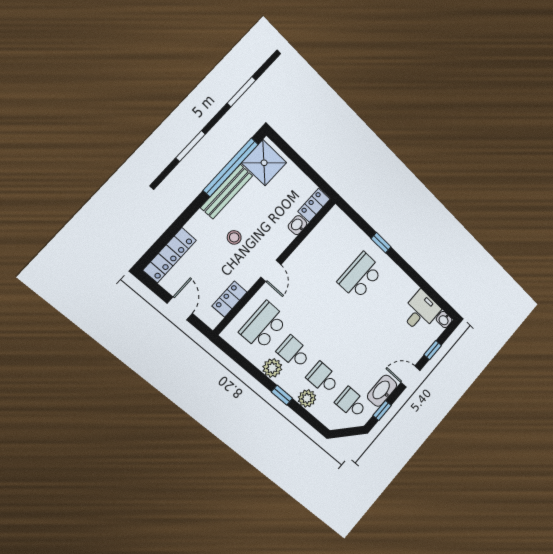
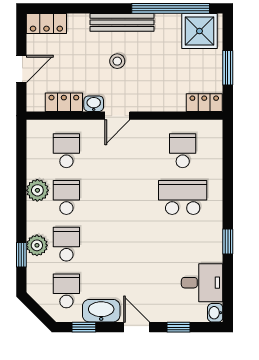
window: (305, 168) -> (228, 68), added
bench: (227, 192) -> (122, 22), moved
washbasin: (297, 225) -> (94, 104), moved
window: (381, 243) -> (228, 241), moved
school desk: (332, 249) -> (183, 151), added
locker: (170, 255) -> (46, 24), width x0.66
school desk: (264, 326) -> (66, 151), width x0.54
window: (282, 395) -> (21, 255), moved

